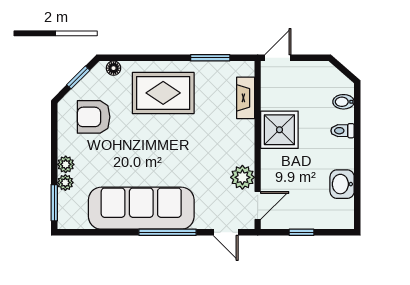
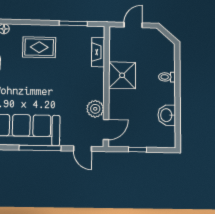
door: (278, 58) -> (133, 25), moved
rug: (163, 93) -> (39, 47), width x0.73, depth x0.70
bidet: (343, 102) -> (168, 57), removed

